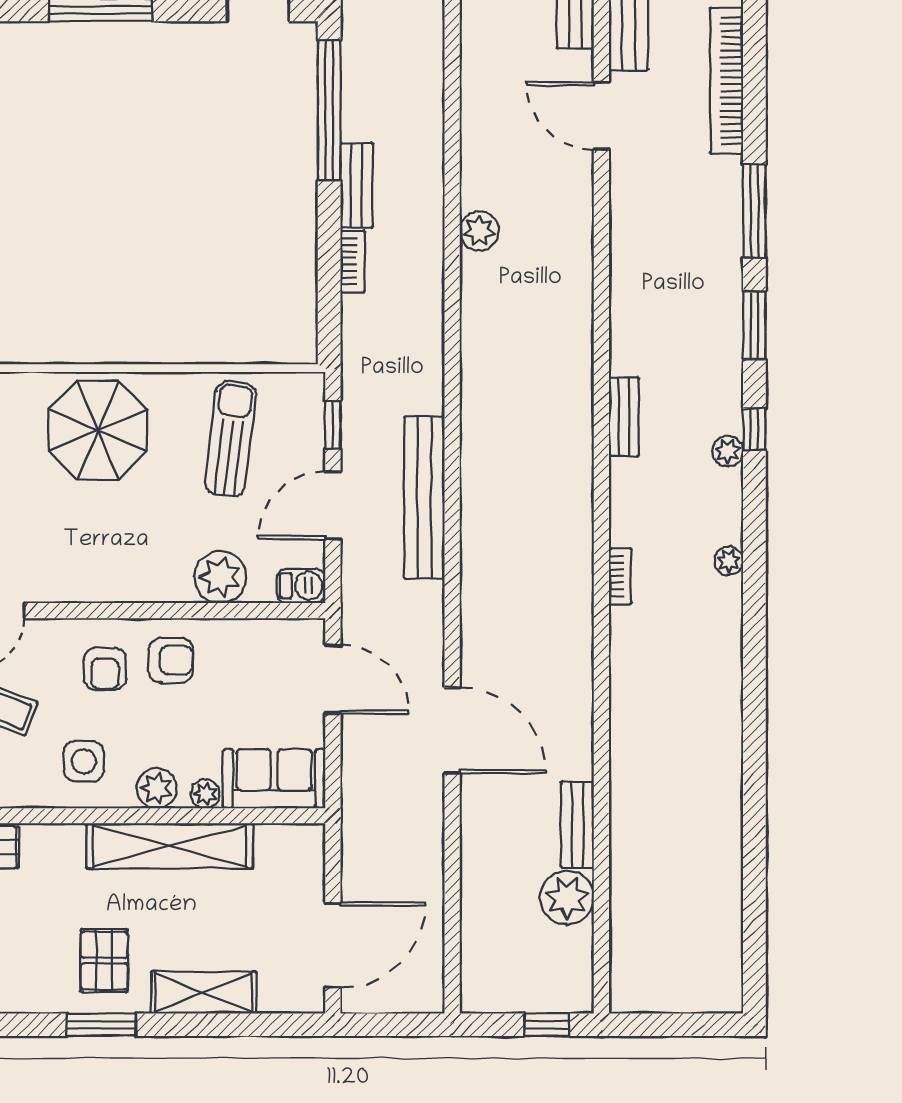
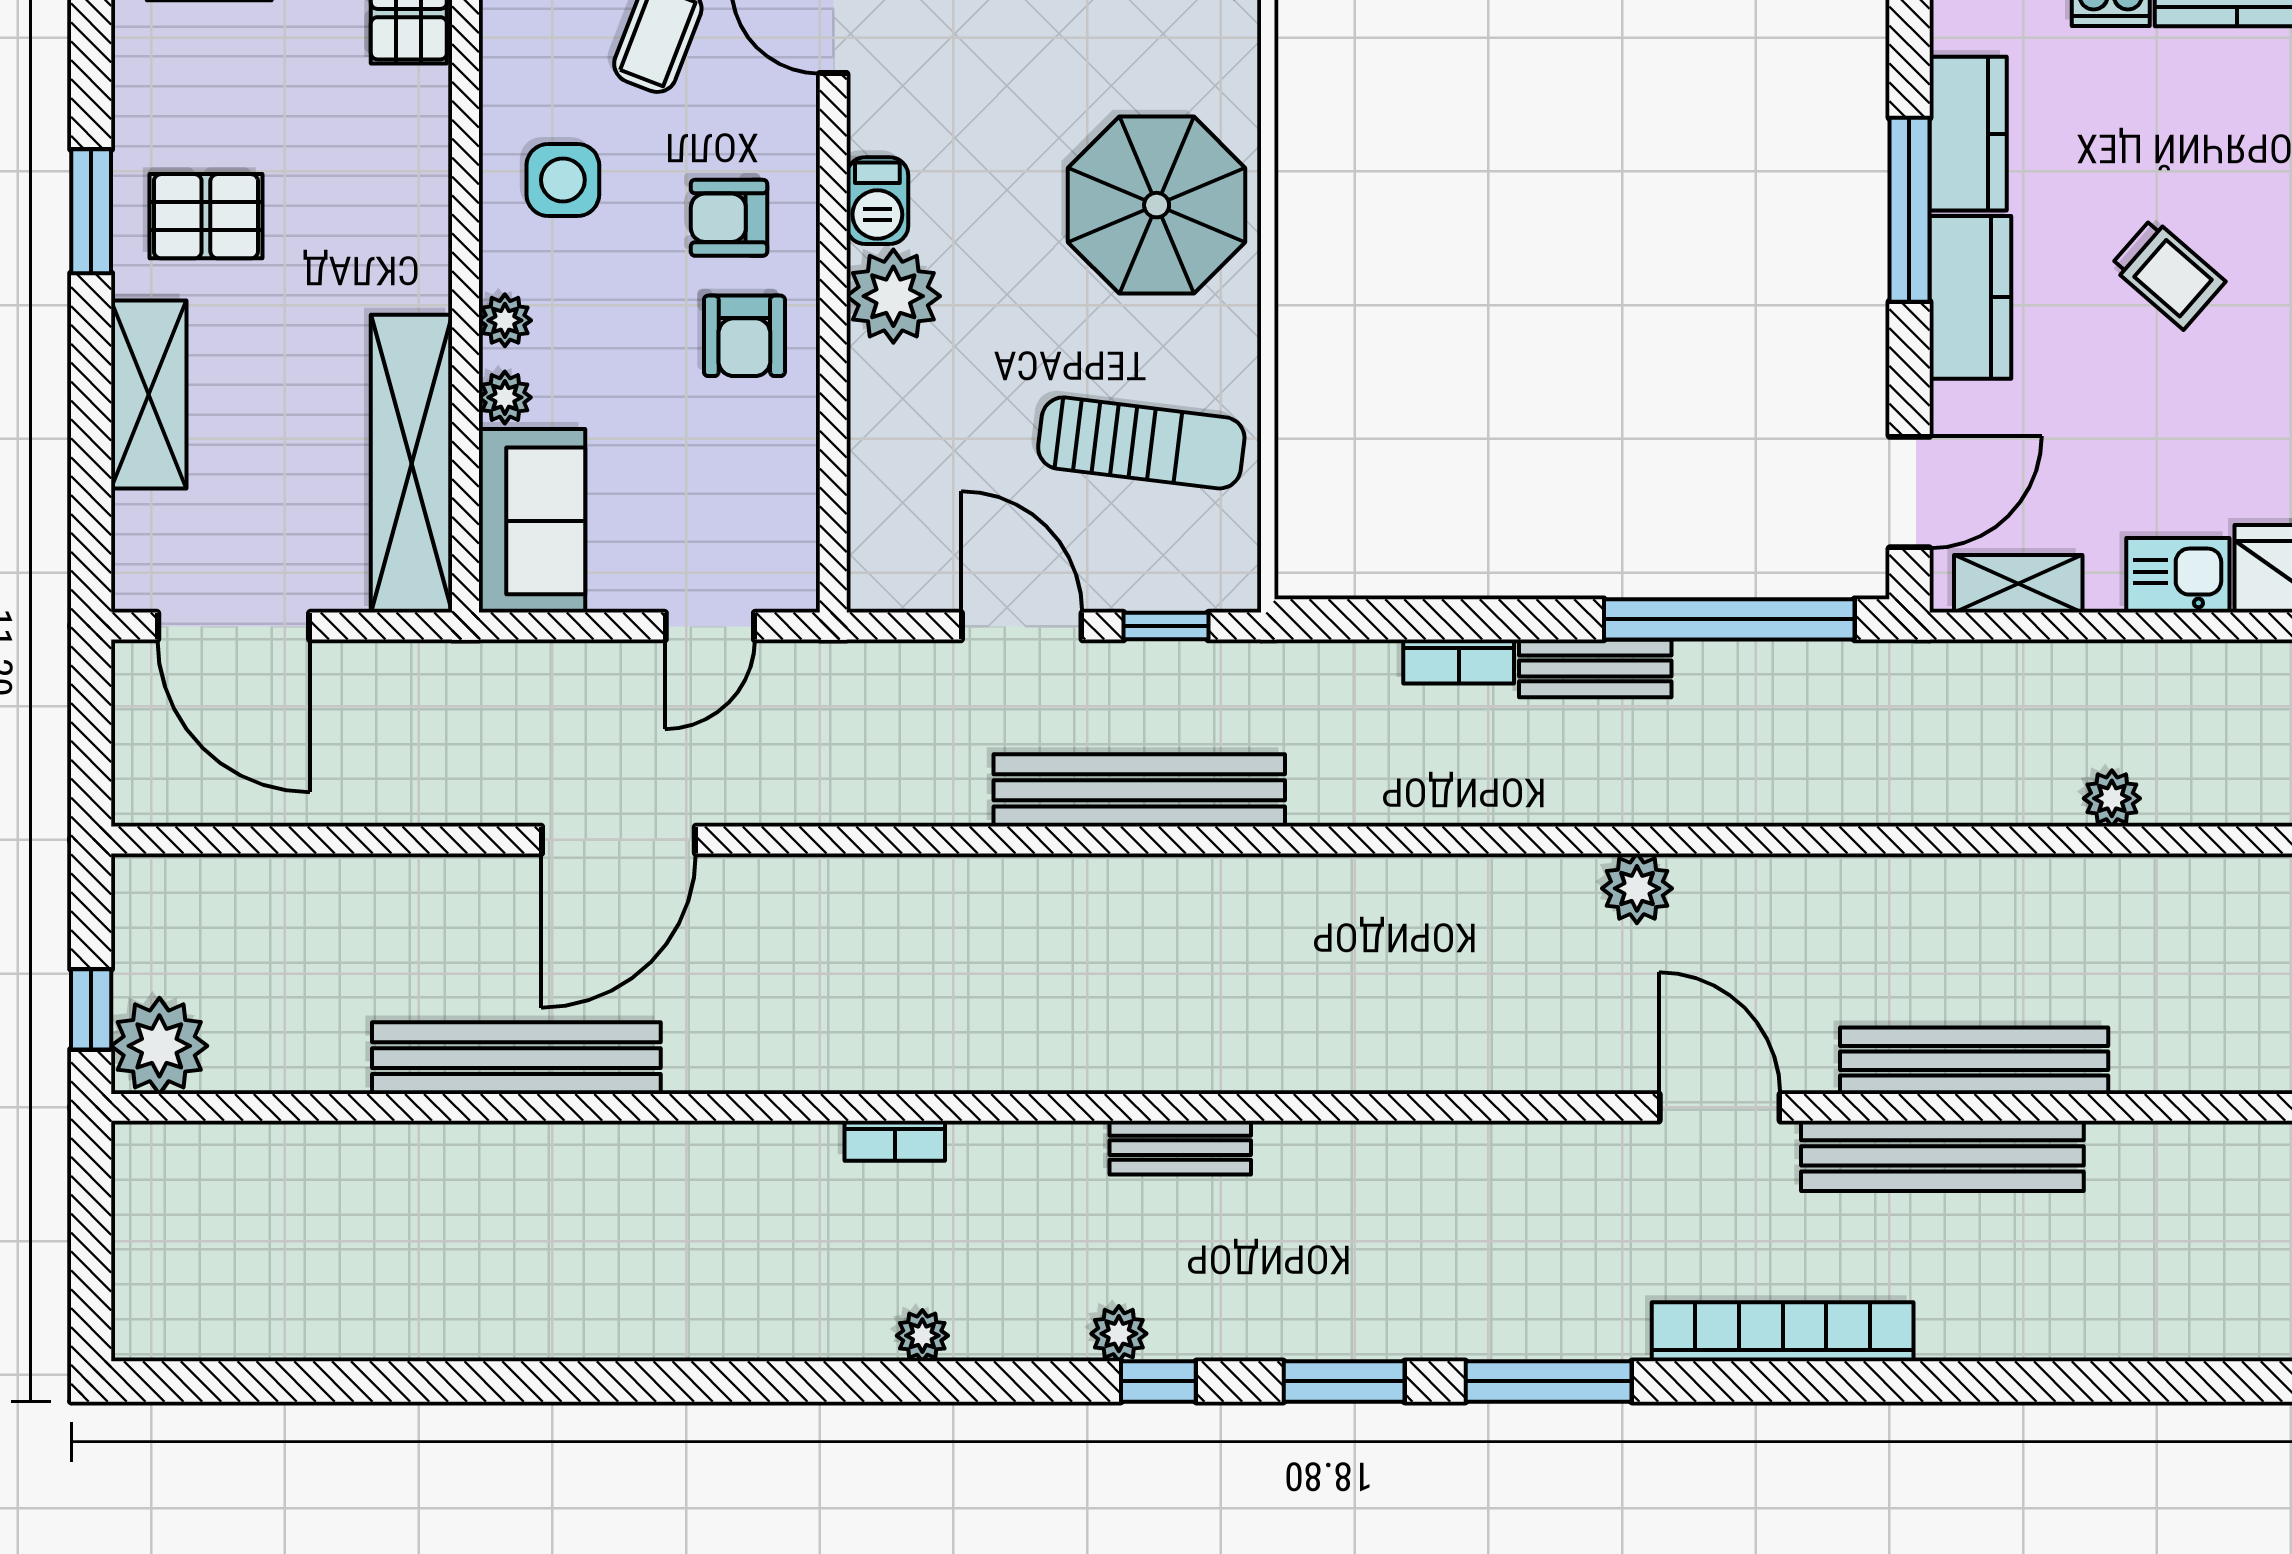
door: (601, 116) -> (1720, 1107), hinge flipped
plant: (479, 231) -> (1637, 888), moved
bench: (424, 498) -> (1139, 790), moved
plant: (220, 577) -> (893, 296), moved
barbecue: (301, 586) -> (877, 201), moved
door: (333, 679) -> (710, 626), width x0.73
plant: (157, 788) -> (505, 320), width x0.73, depth x0.73
bench: (577, 825) -> (516, 1058), width x1.86, depth x1.21
shelving: (170, 846) -> (411, 464), moved
plant: (567, 898) -> (159, 1046), moved

